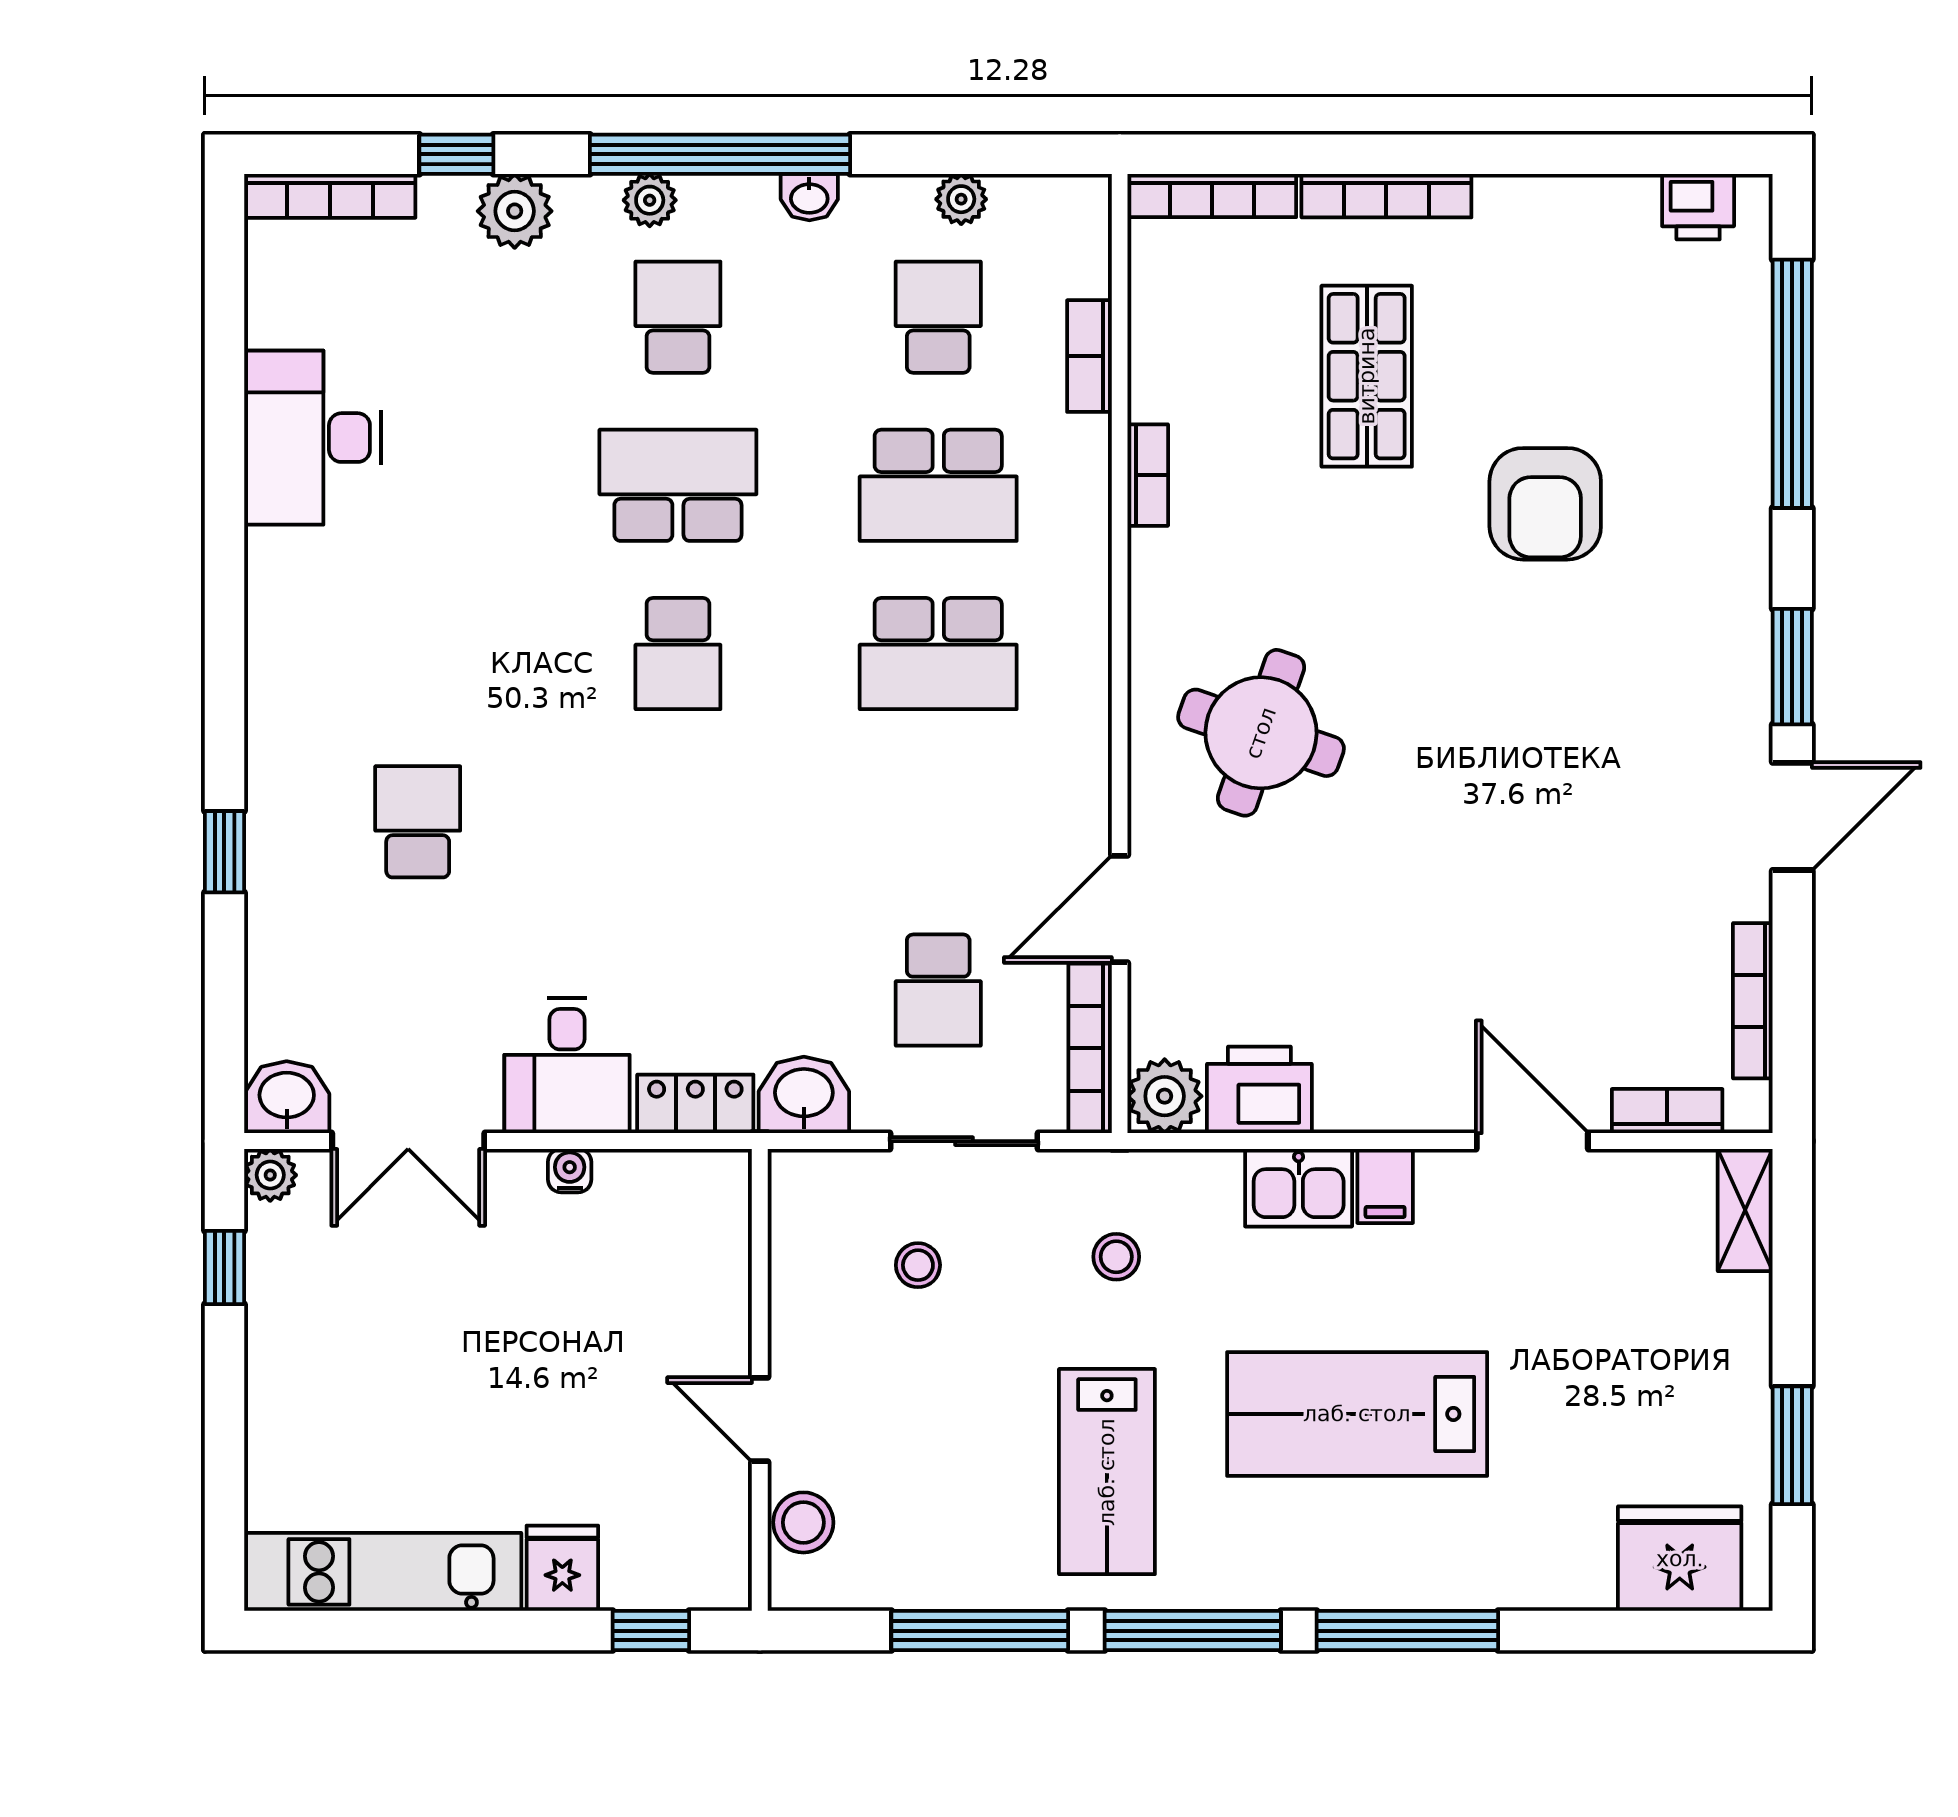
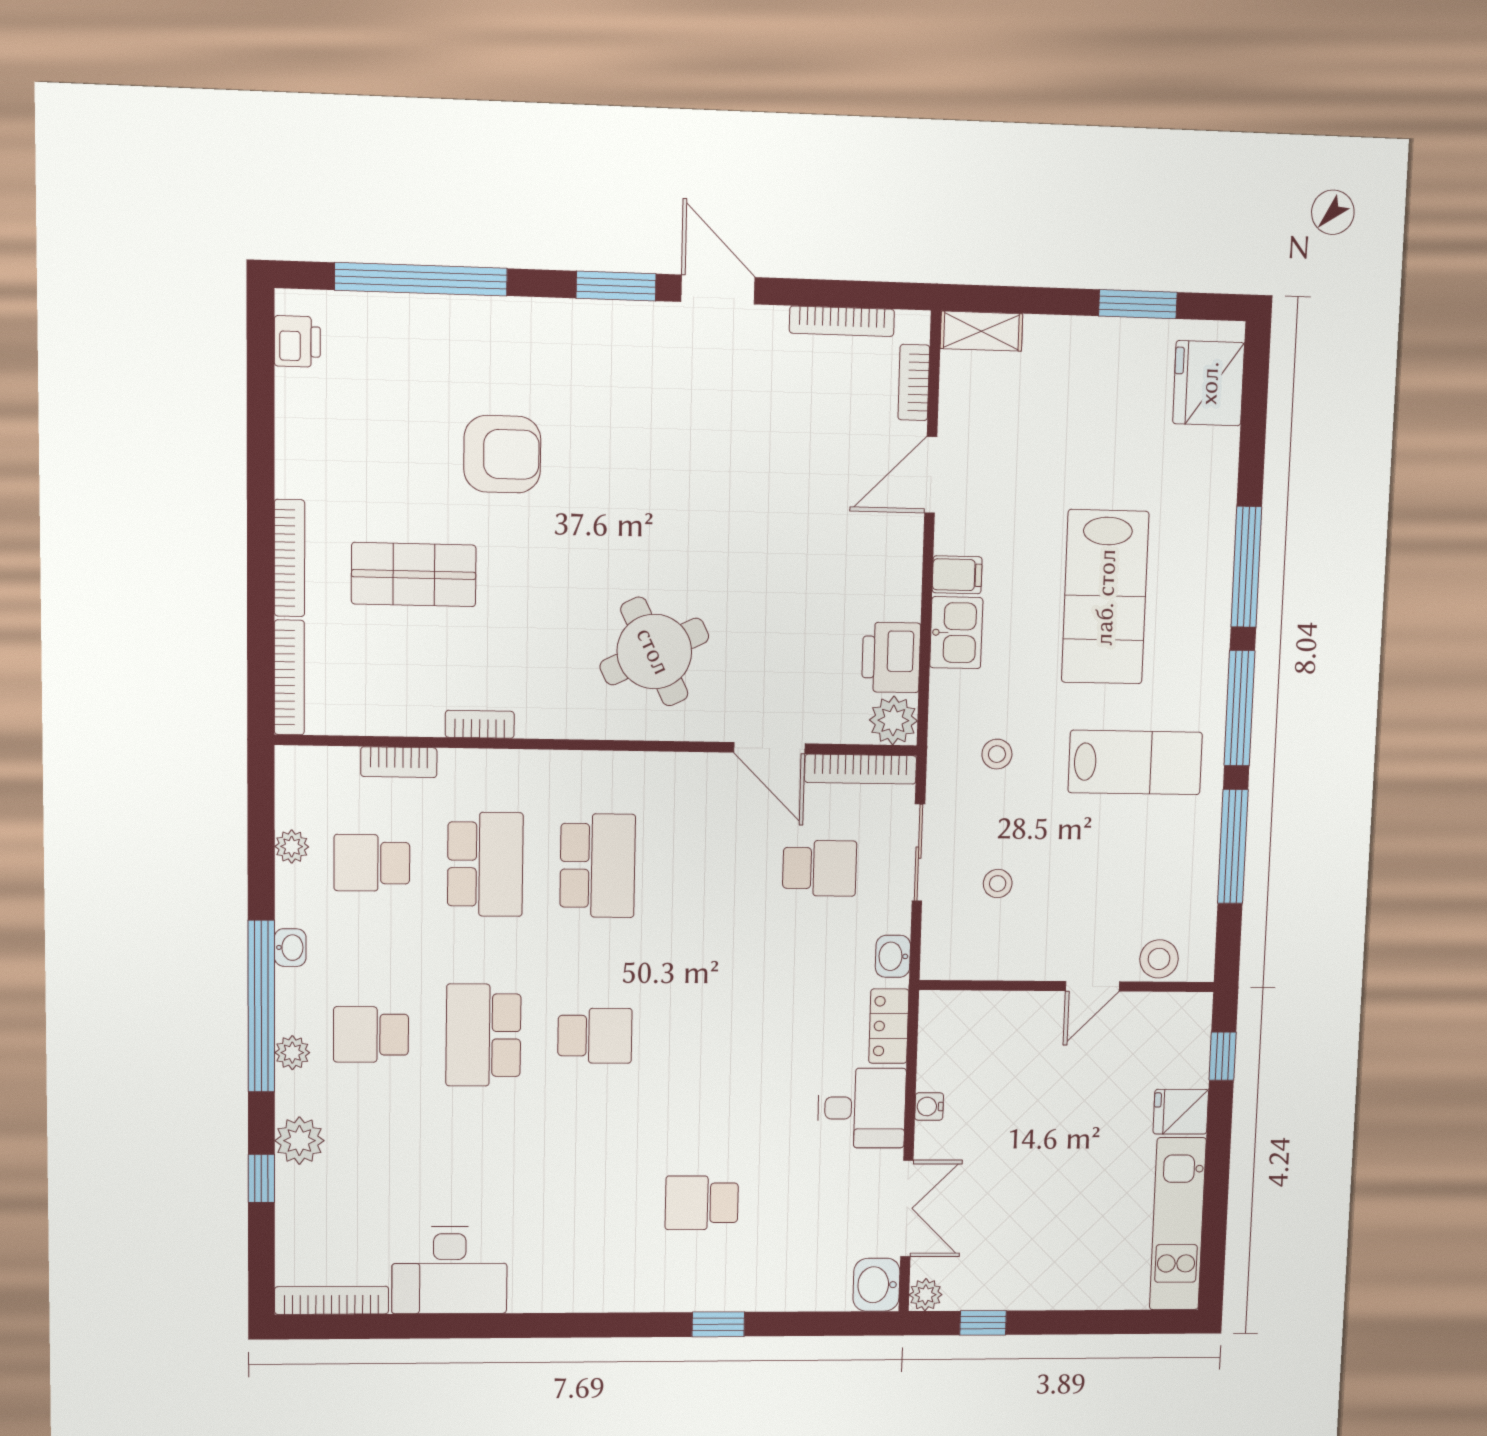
bookcase: (330, 196) -> (332, 1300), moved, turned -90
round table: (1261, 733) -> (654, 651), turned 45
washbasin: (804, 1095) -> (893, 956), width x0.72, depth x0.69

